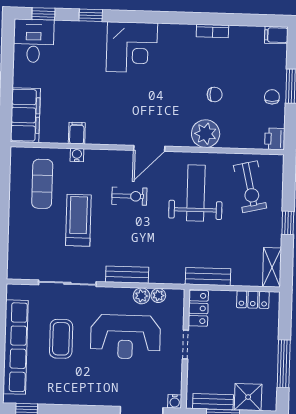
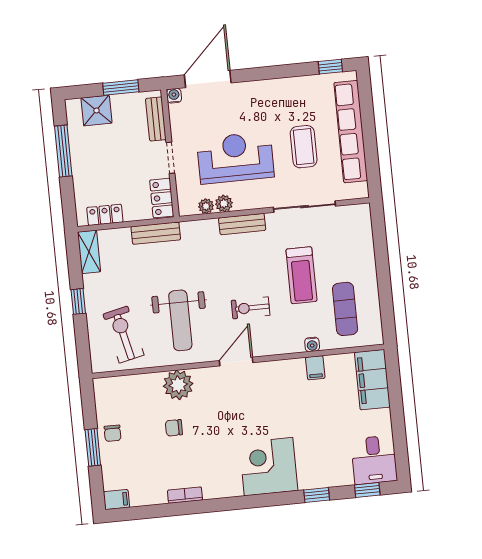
printer: (275, 139) -> (104, 389), removed
bench: (213, 402) -> (156, 119), moved, turned 90

